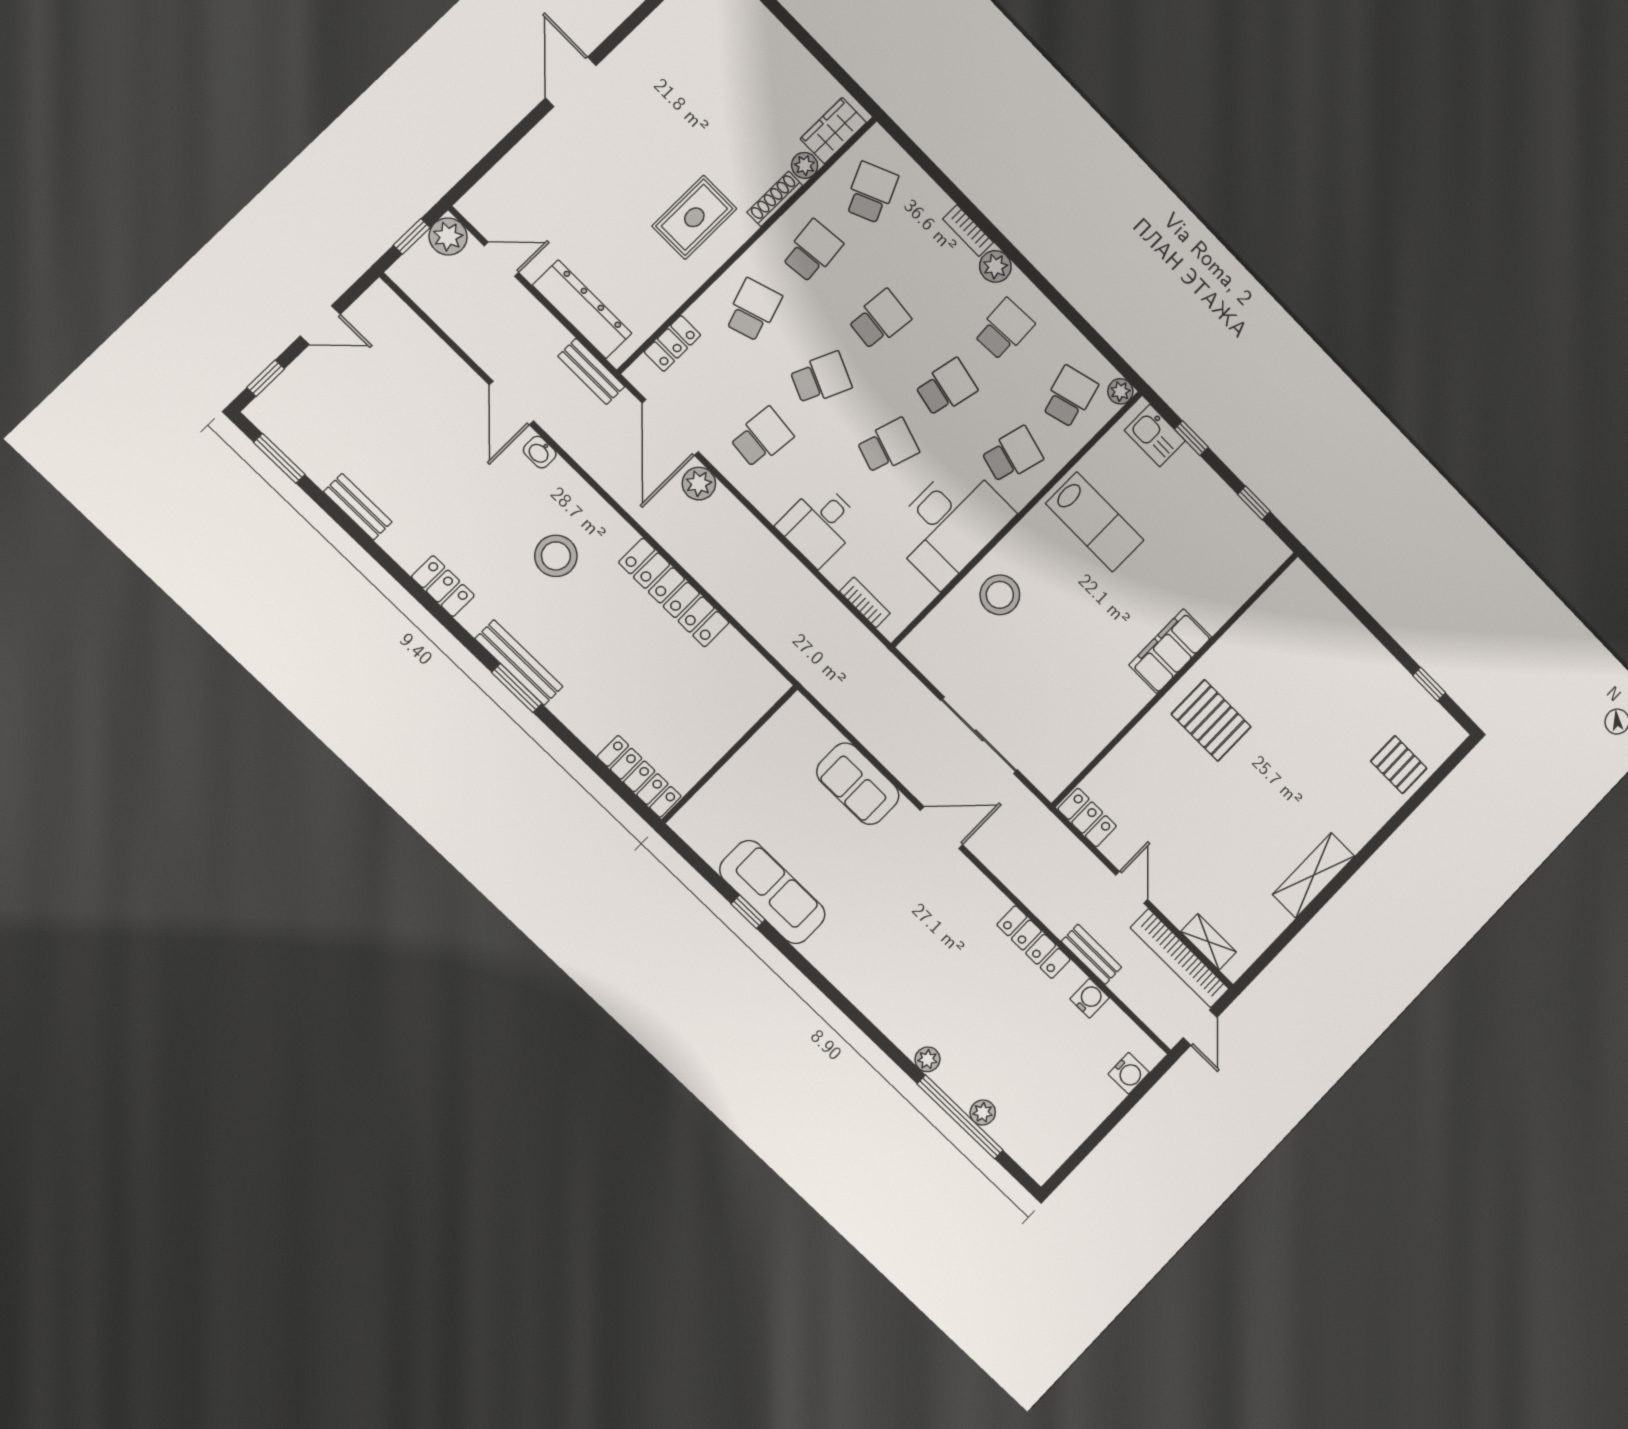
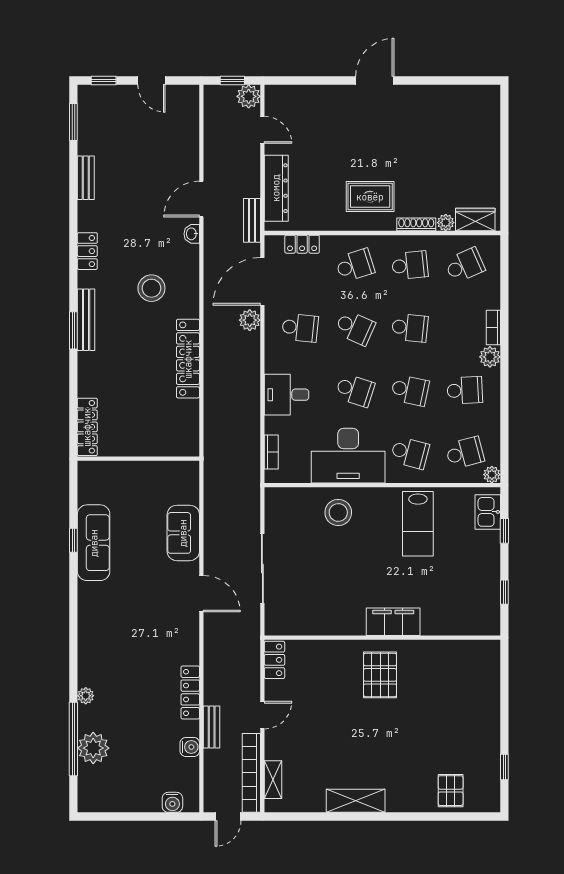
plant: (983, 1113) -> (93, 748), width x1.88, depth x1.88

